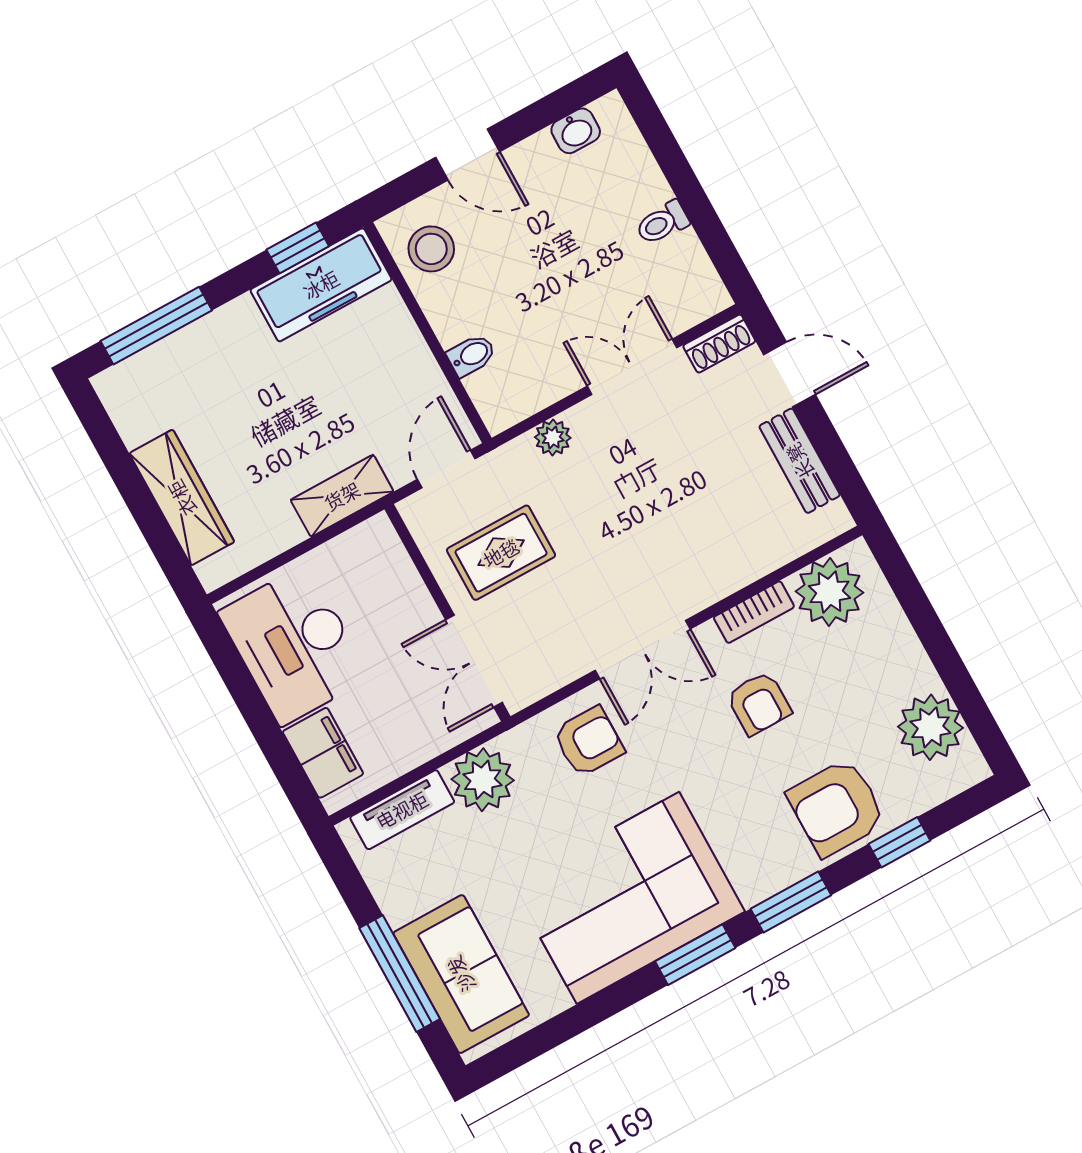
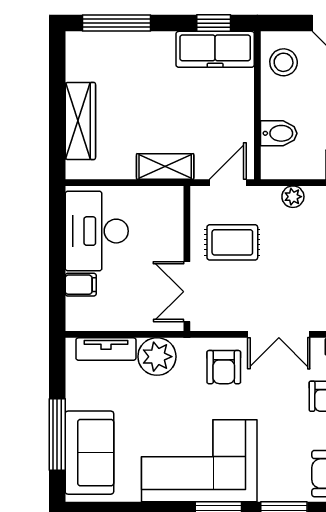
bidet: (471, 355) -> (279, 133), width x1.38, depth x1.36
armchair: (589, 742) -> (224, 367), turned 90
filing cabinet: (323, 753) -> (81, 285), width x0.50

